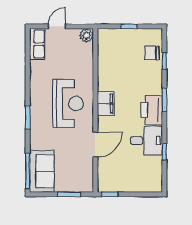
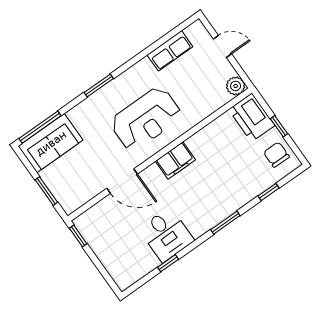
row of seats: (37, 44) -> (170, 51), moved
chair: (152, 53) -> (276, 155), moved
printer: (152, 110) -> (252, 117), moved, turned -90

